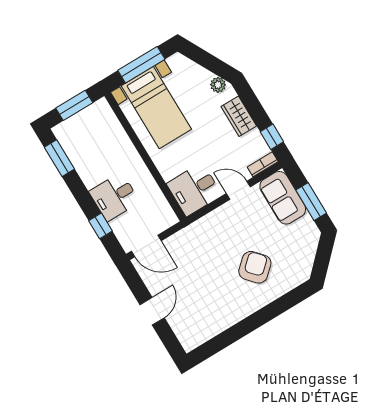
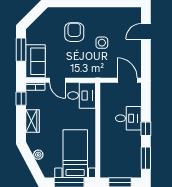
plant: (218, 85) -> (38, 155), moved
window: (100, 226) -> (146, 129), moved
armchair: (255, 267) -> (74, 32), turned 132
side table: (210, 275) -> (102, 43), added
door: (152, 311) -> (146, 31), moved

